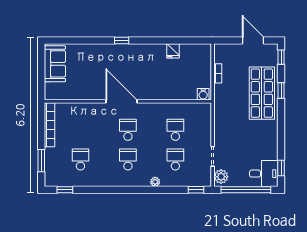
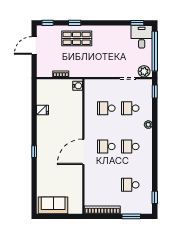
shop shelf: (262, 93) -> (77, 38), width x0.70, depth x0.74

